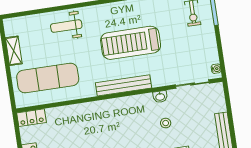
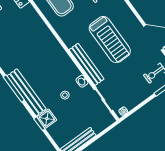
treadmill: (131, 43) -> (110, 40), turned 180
bench: (124, 85) -> (86, 64), moved

